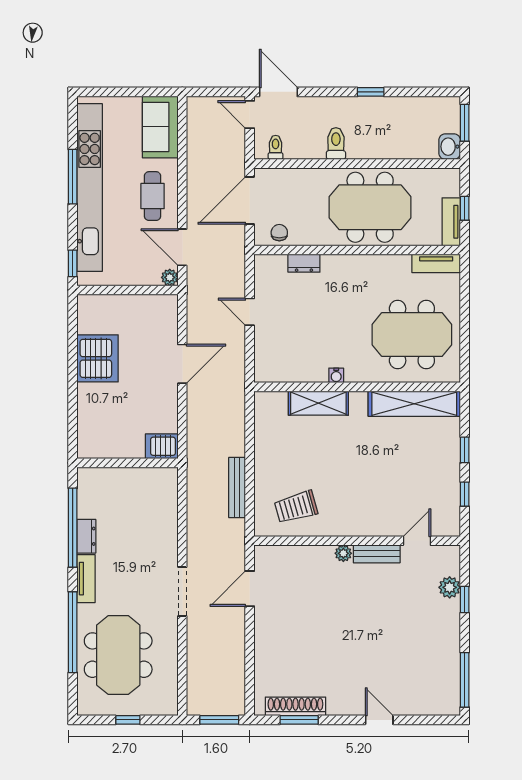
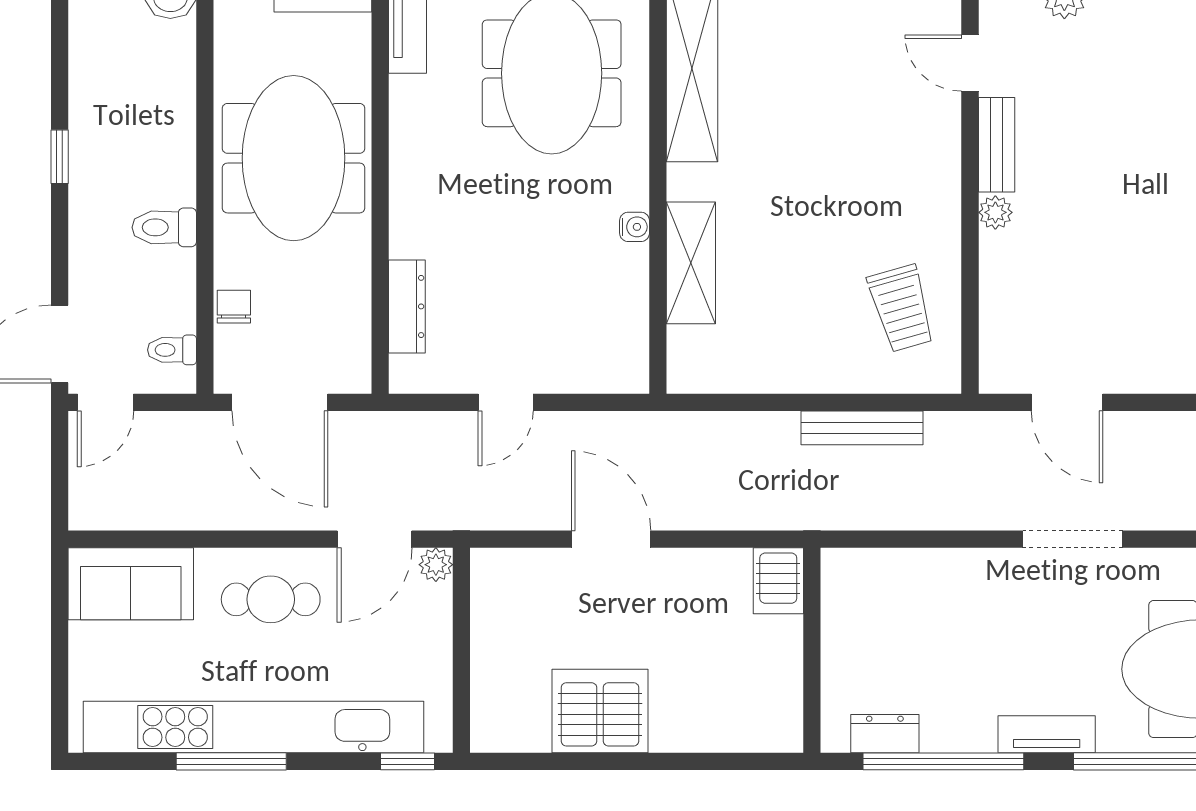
chair: (279, 233) -> (234, 307), moved, turned 90
dresser: (304, 263) -> (407, 306), width x1.44
dresser: (86, 536) -> (885, 734), moved

